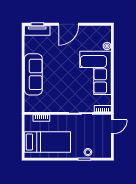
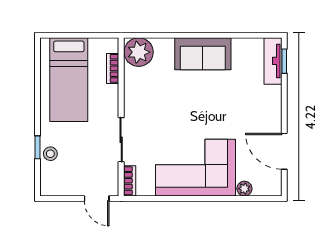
door: (69, 24) -> (284, 151), moved
sofa: (33, 74) -> (203, 54), width x0.73
plant: (32, 104) -> (139, 52), added

